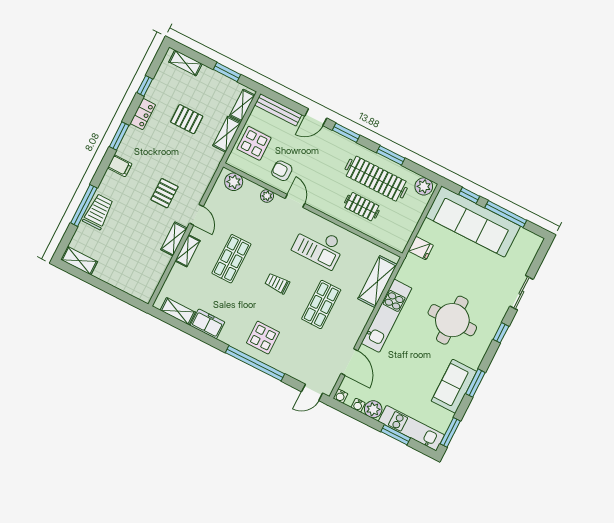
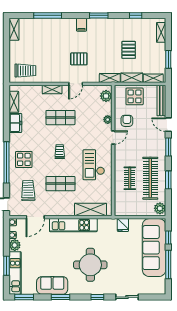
locker: (143, 114) -> (119, 23), removed
trolley: (98, 212) -> (25, 71), moved
shelving: (174, 239) -> (110, 78), moved
trolley: (308, 353) -> (28, 190), added

